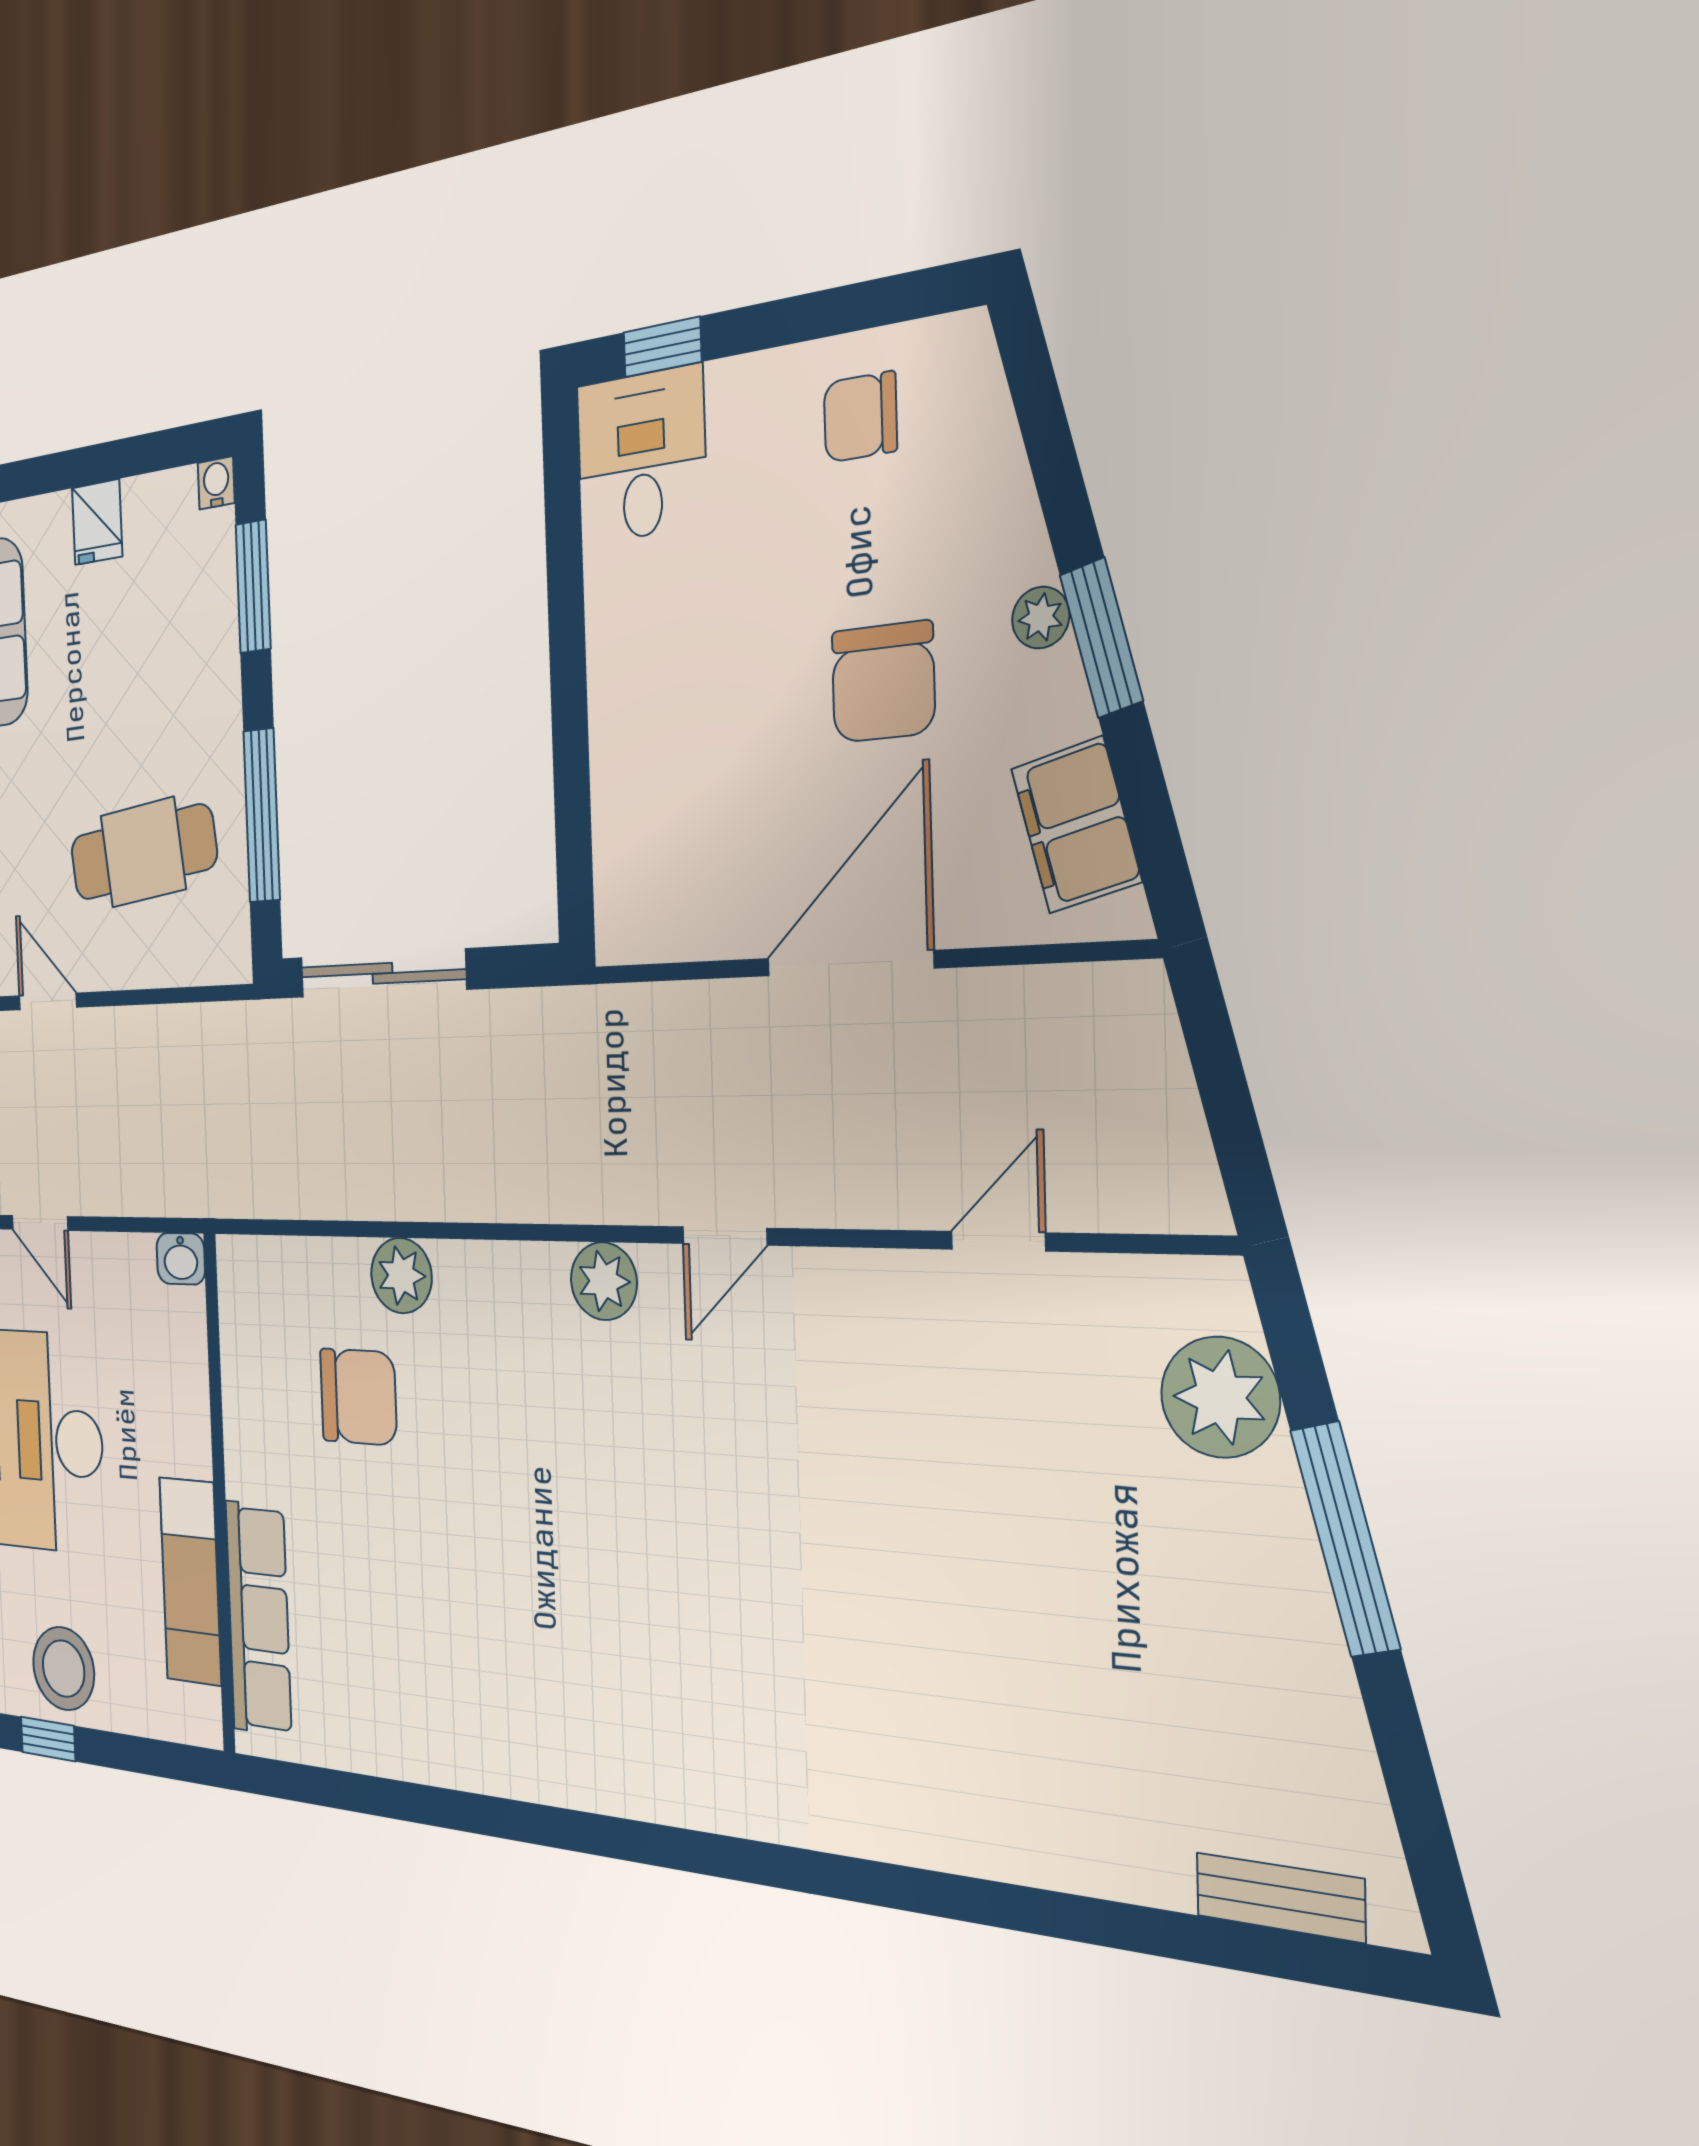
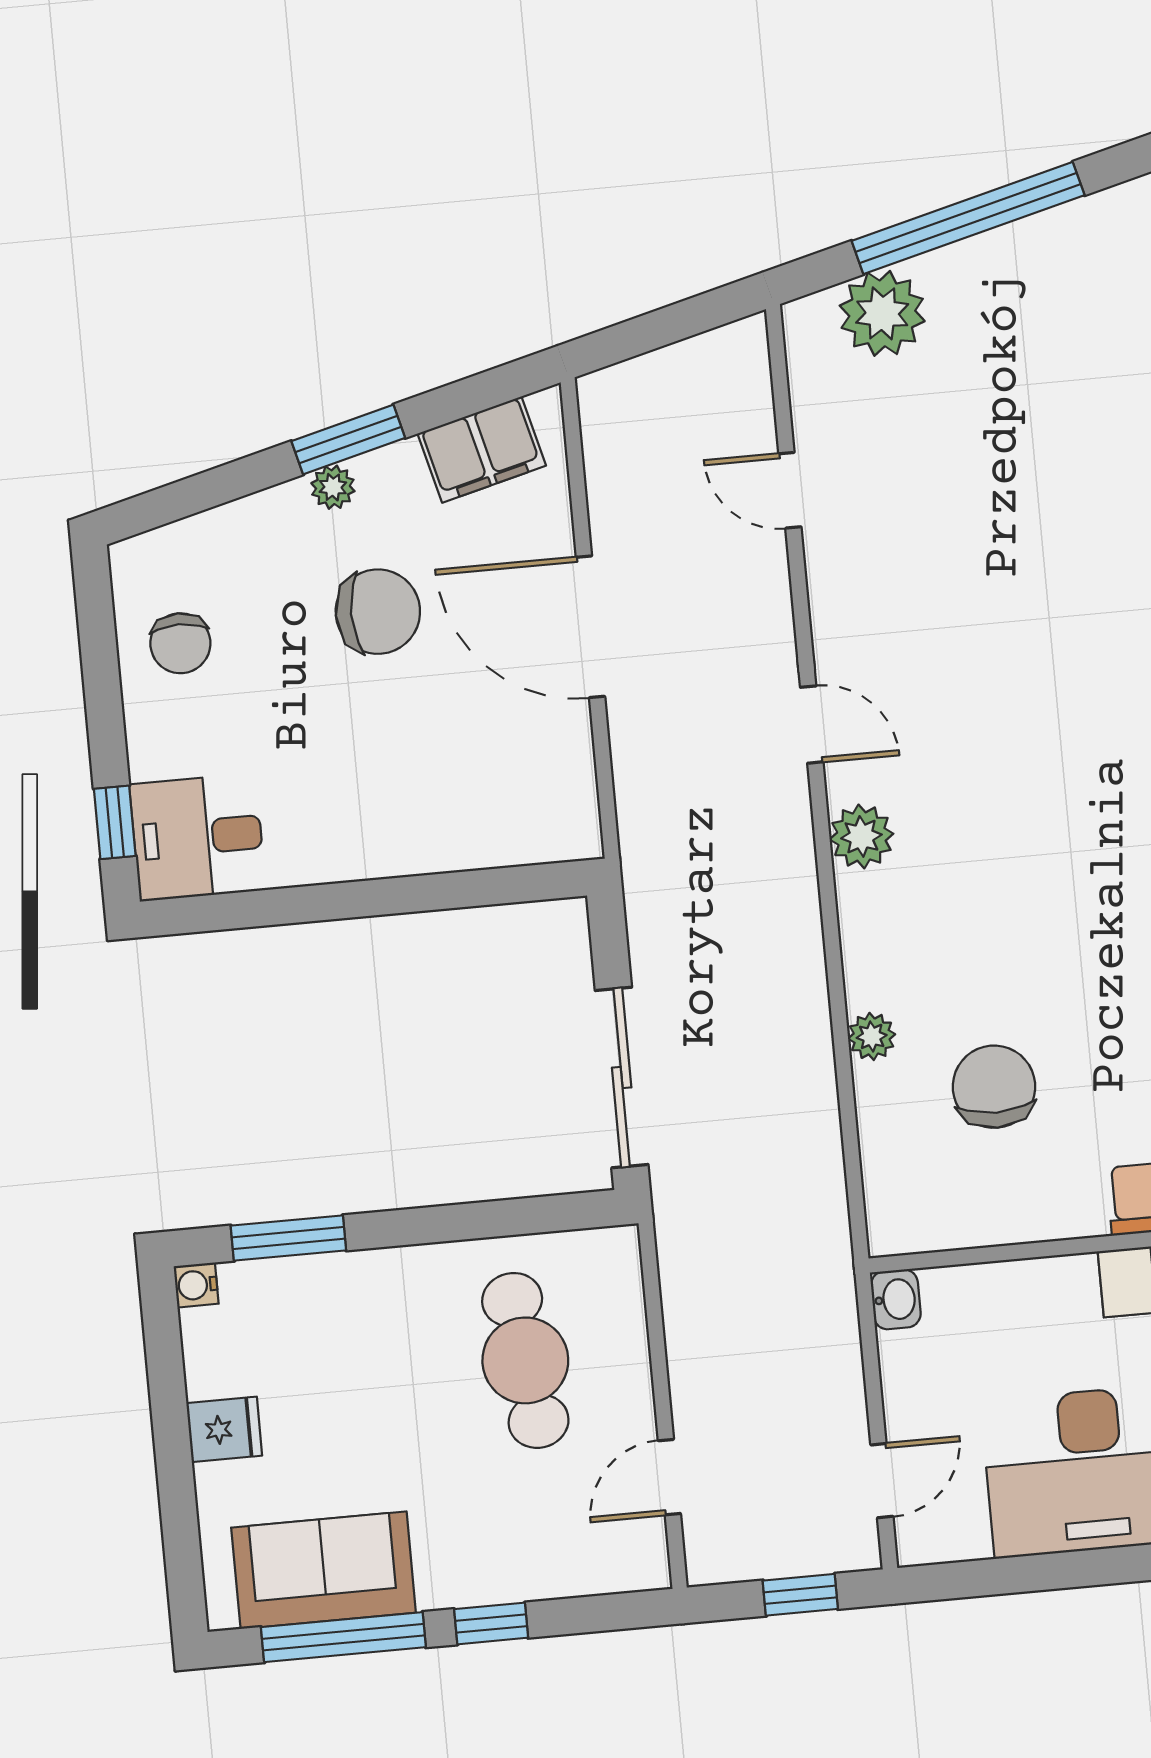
window: (262, 815) -> (489, 1219), removed
plant: (401, 1276) -> (872, 1036), width x0.73, depth x0.73
window: (1345, 1539) -> (968, 218), width x1.46

